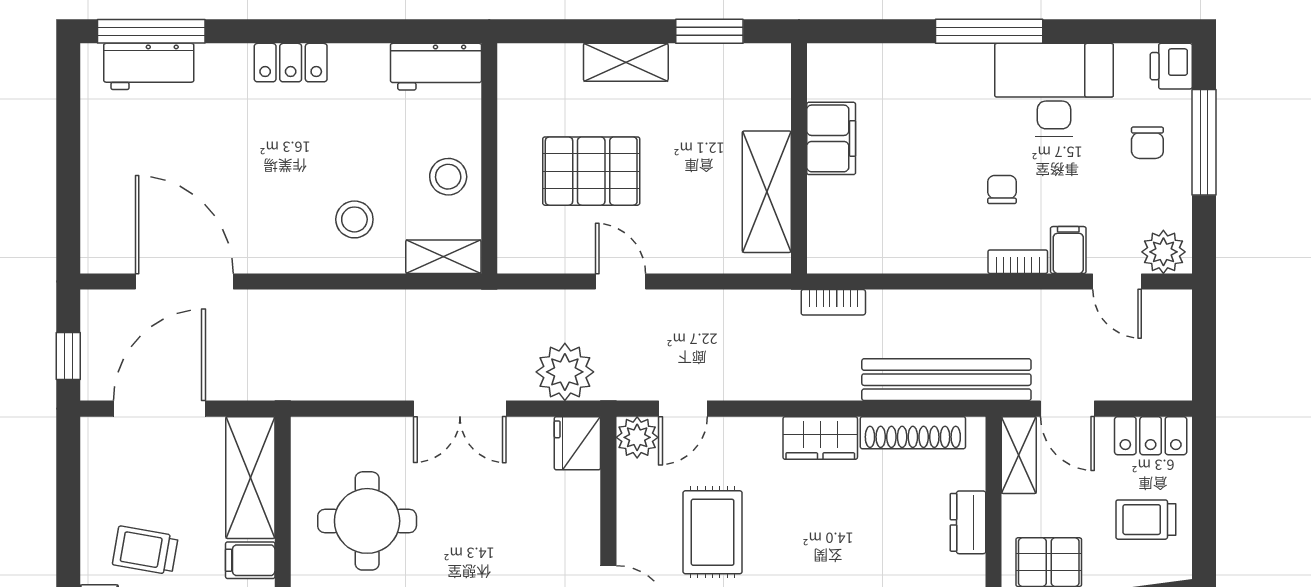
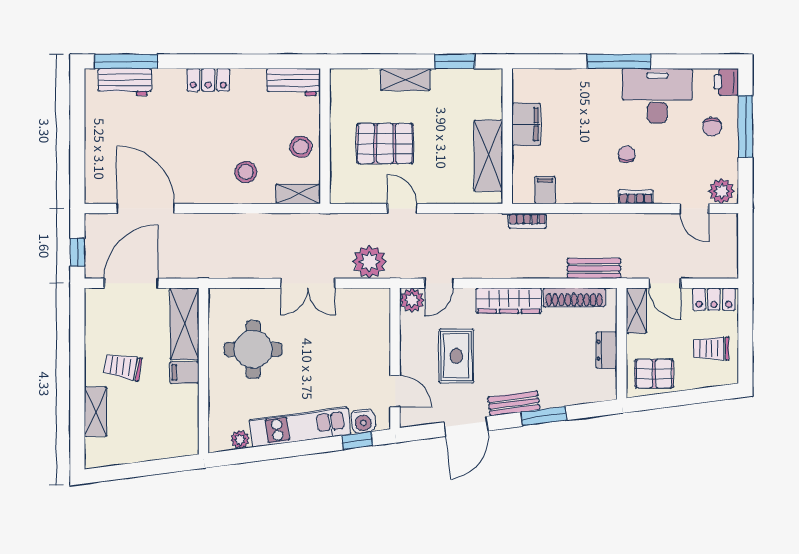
filing cabinet: (1068, 250) -> (545, 190), moved
bench: (946, 380) -> (594, 268), width x0.54, depth x0.82
wardrobe: (820, 438) -> (509, 301), width x1.50
fridge: (577, 443) -> (377, 304), removed

